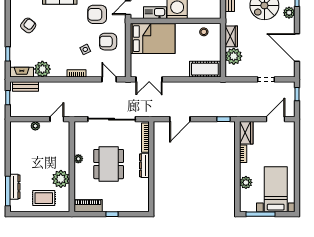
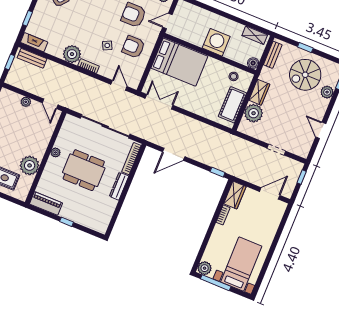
kitchen sink: (155, 13) -> (192, 37), removed
boiler: (216, 14) -> (253, 63), added
door: (297, 47) -> (321, 130), width x0.53
plant: (42, 69) -> (72, 54), moved
cot: (205, 69) -> (232, 105), moved, turned 90
double door: (149, 79) -> (159, 102), swing flipped
door: (57, 119) -> (50, 104), swing flipped
dining table: (109, 164) -> (84, 170), turned 90
plant: (246, 182) -> (205, 268), moved

